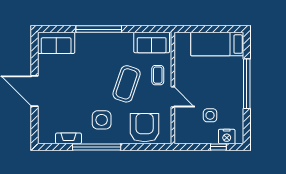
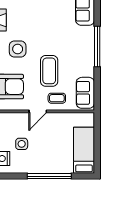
coffee table: (127, 84) -> (49, 71), turned 71

